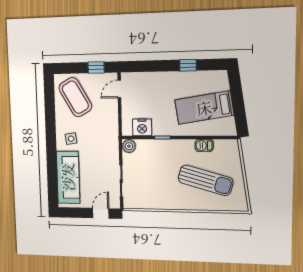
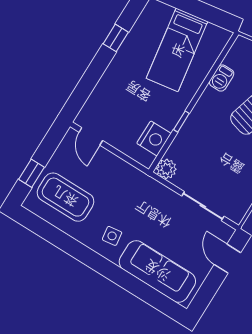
window: (96, 68) -> (32, 173), moved
coffee table: (75, 97) -> (65, 197), turned 30

